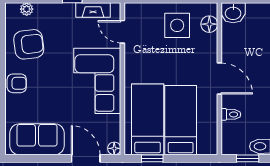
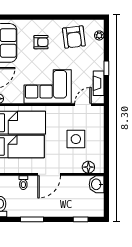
side table: (177, 25) -> (76, 139), moved
armchair: (17, 83) -> (41, 42), moved, turned -90

